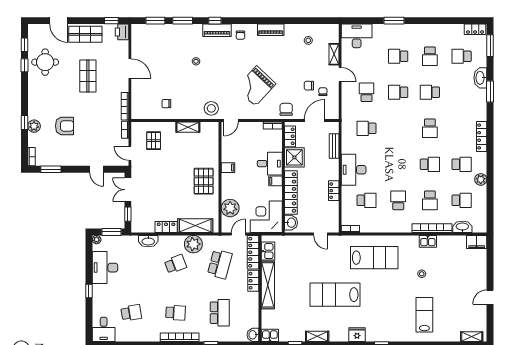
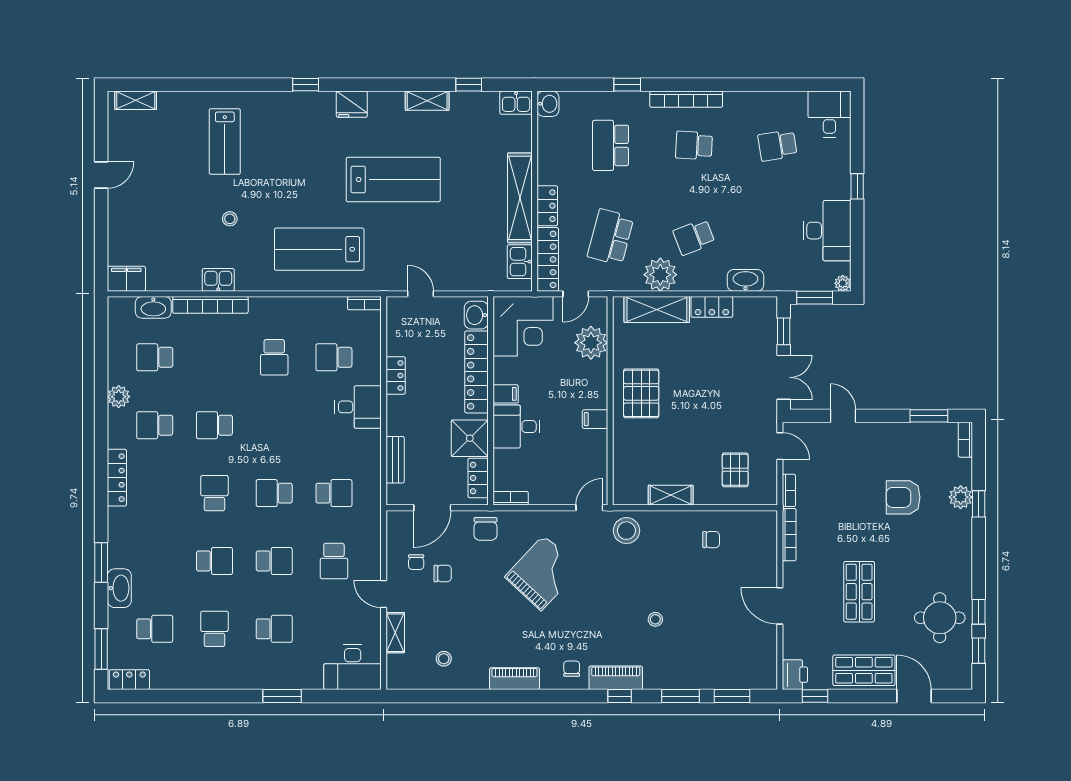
desk: (354, 170) -> (358, 407), width x0.73
school desk: (430, 200) -> (274, 493), moved, turned -90

